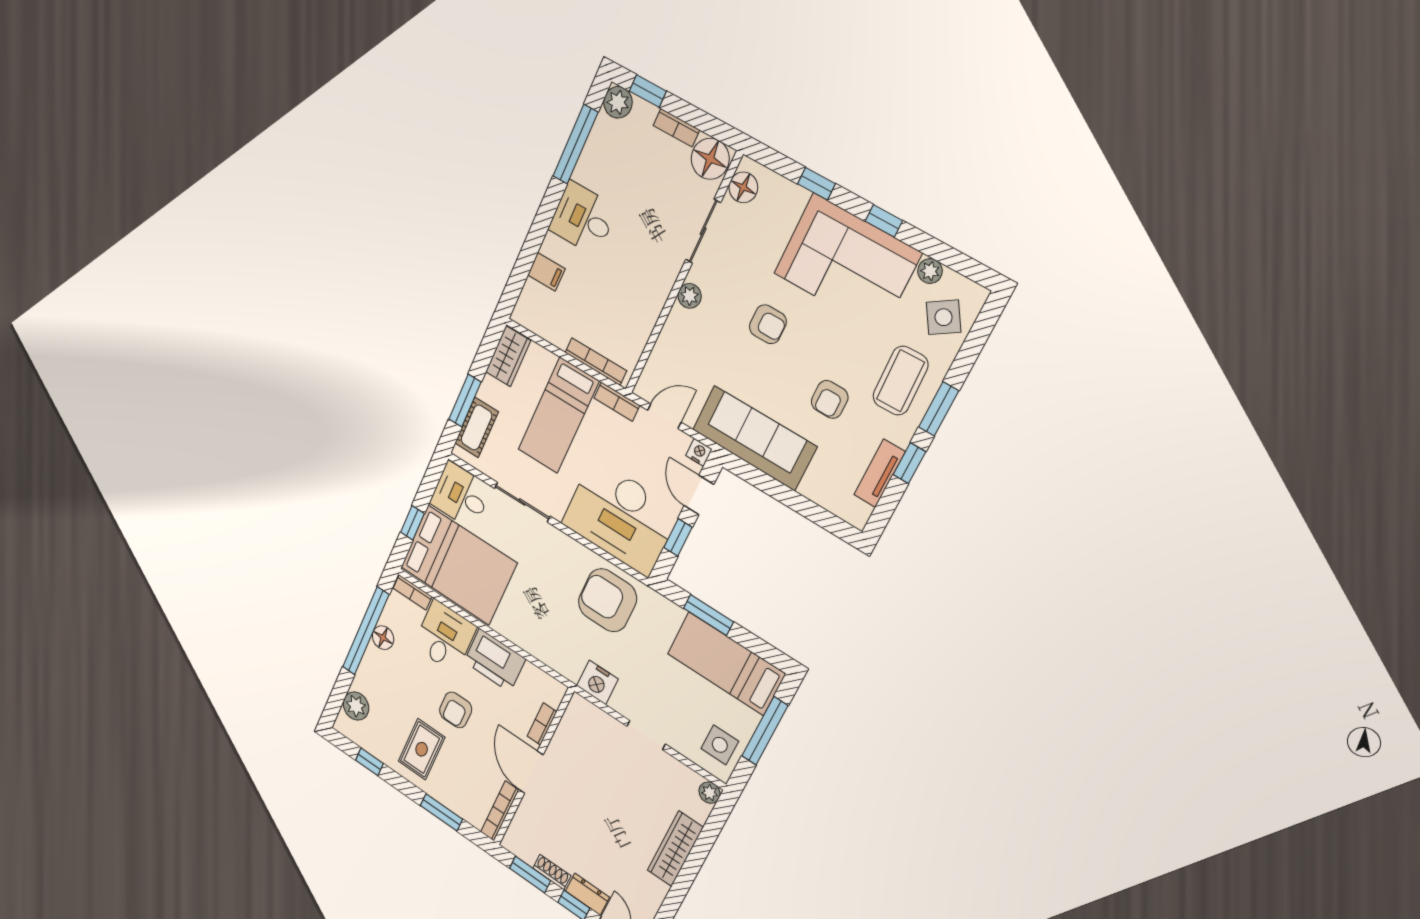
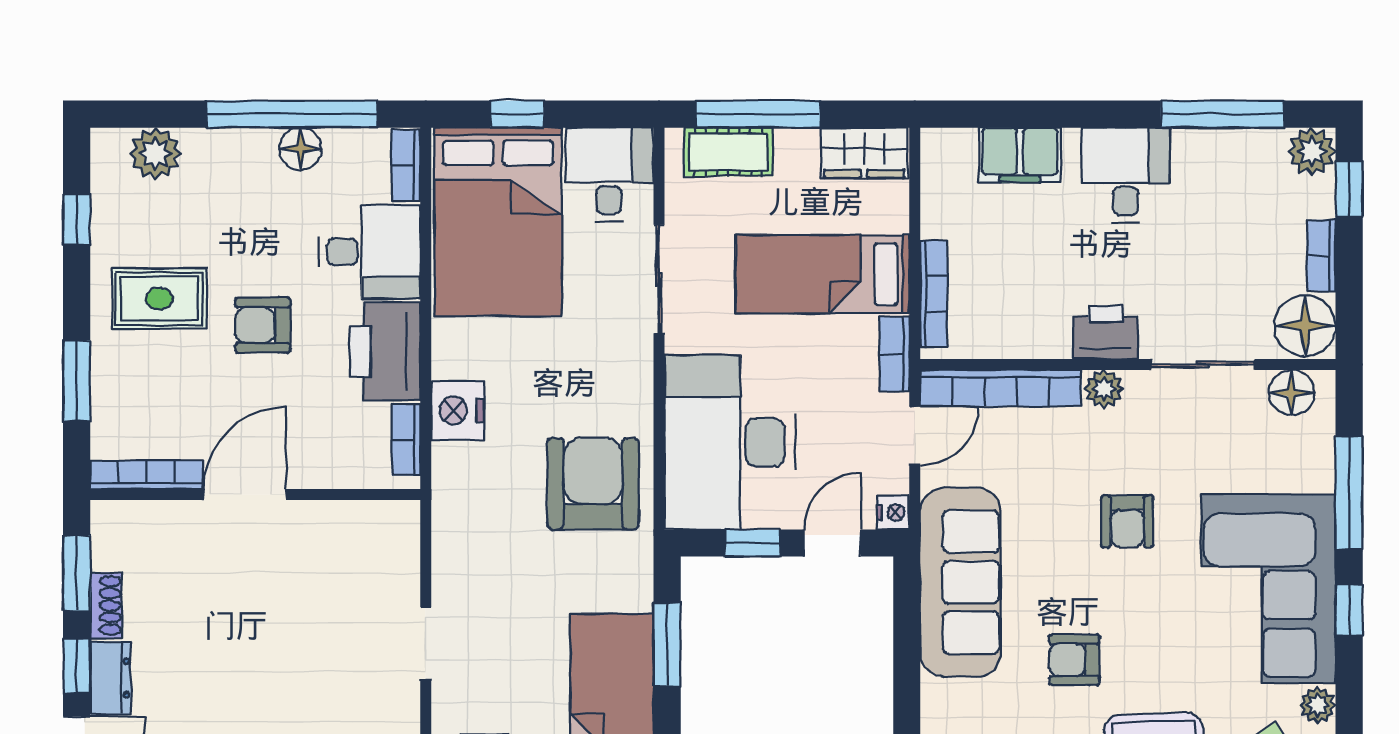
window: (816, 184) -> (1349, 493), width x2.17
filing cabinet: (546, 272) -> (1020, 155), width x2.00
printer: (660, 278) -> (1105, 332), added
bookcase: (662, 354) -> (1001, 388), added
window: (465, 401) -> (758, 114), width x1.44
door: (664, 416) -> (915, 436), hinge flipped
nightstand: (597, 682) -> (458, 410), moved
bookcase: (542, 724) -> (406, 440), moved, turned -90

